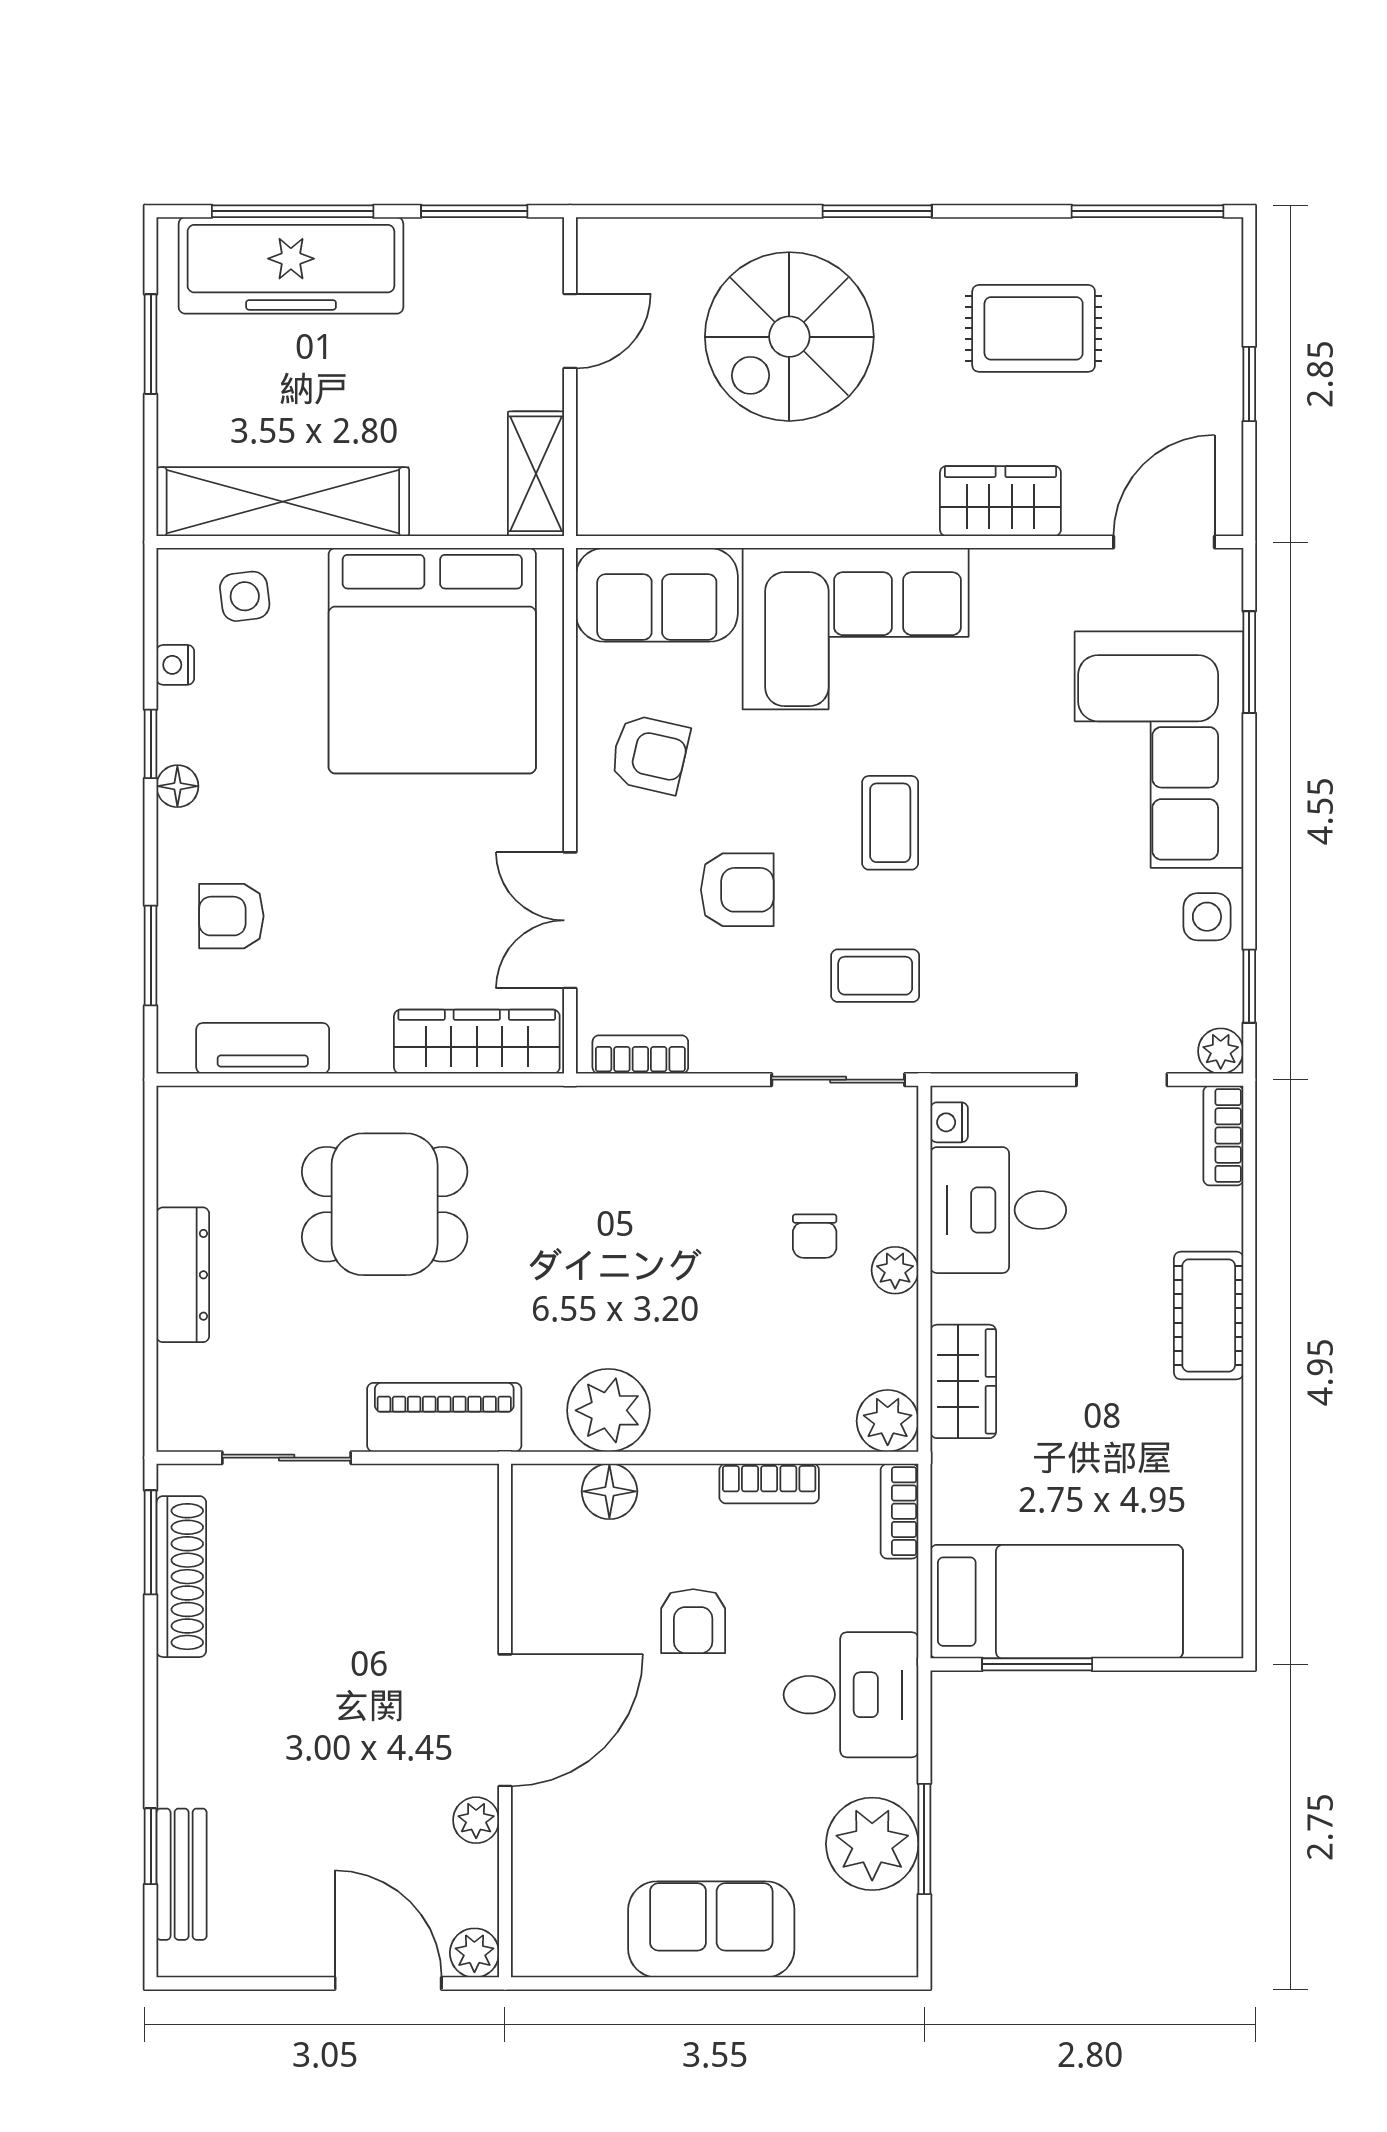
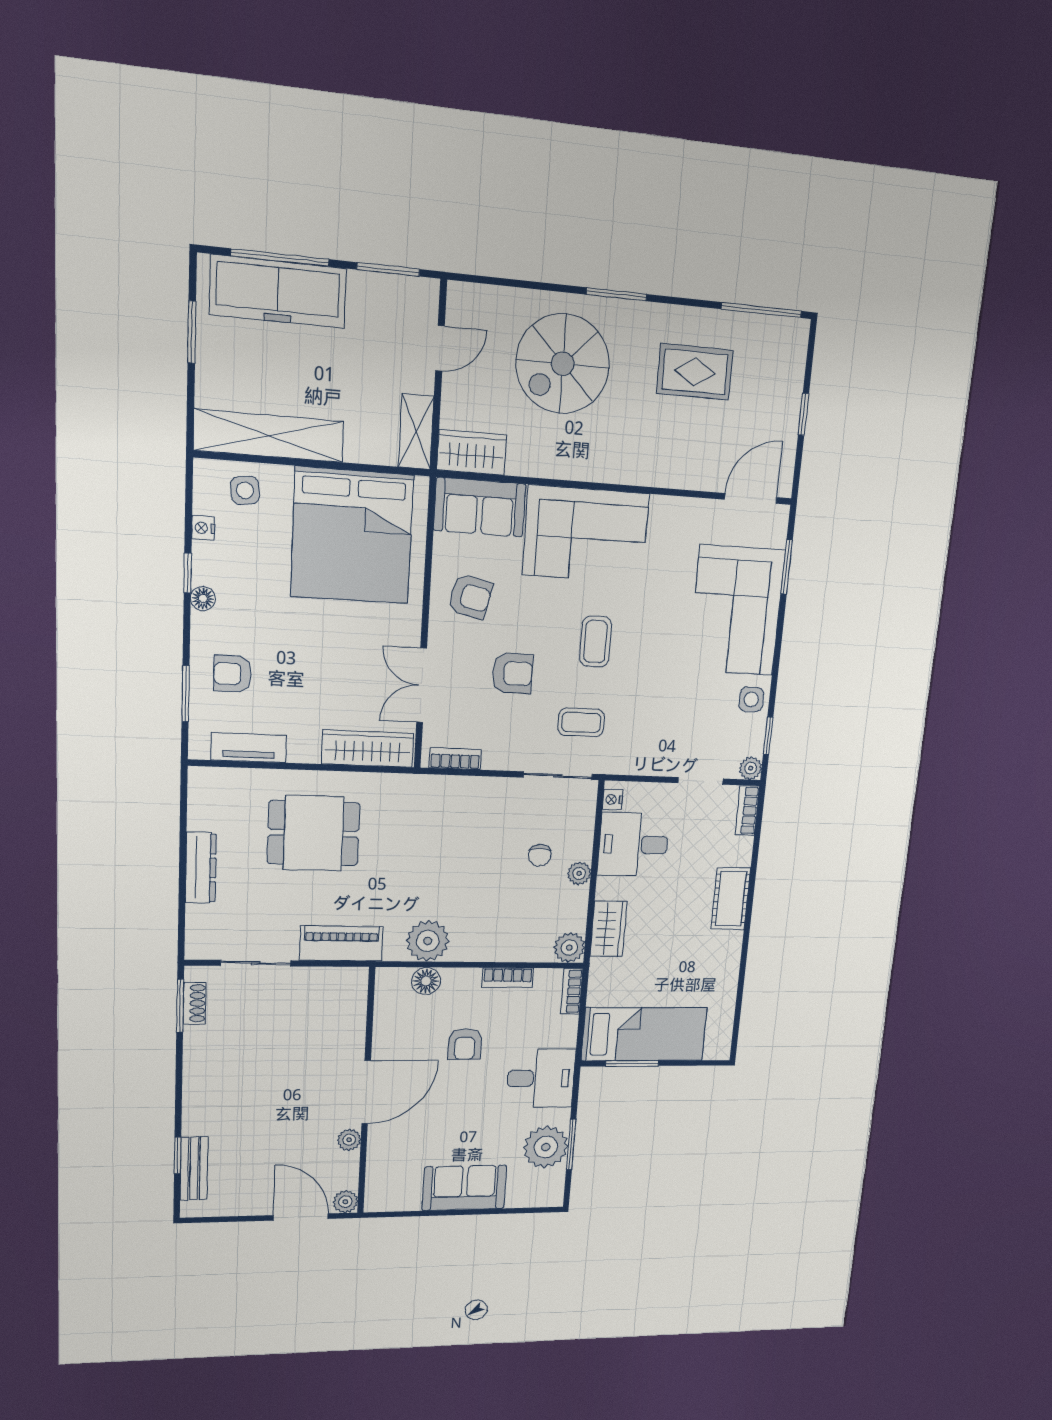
wardrobe: (1000, 501) -> (472, 452), moved
shoe rack: (181, 1577) -> (195, 1003), width x0.51, depth x0.81

